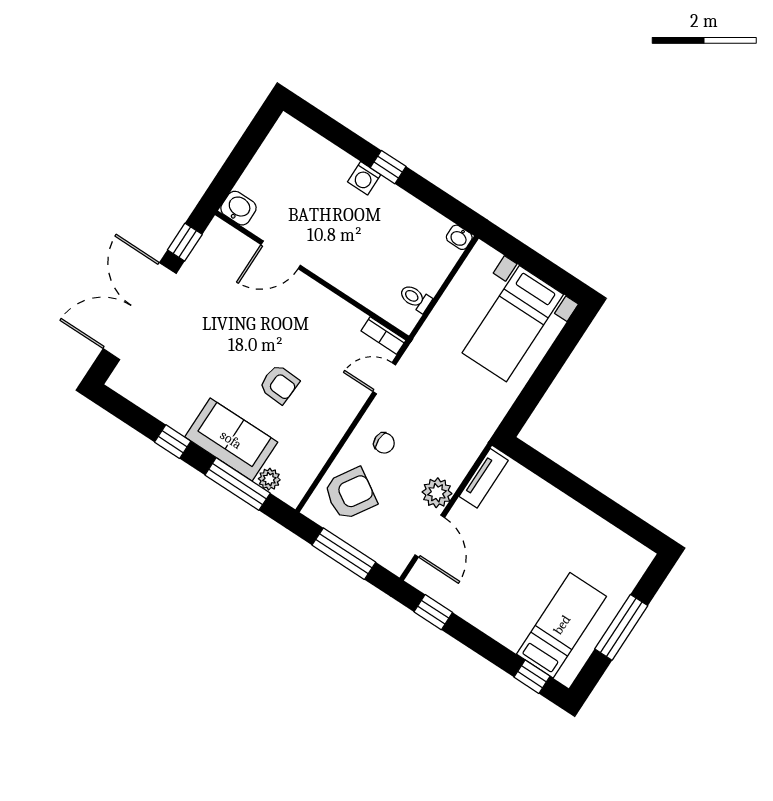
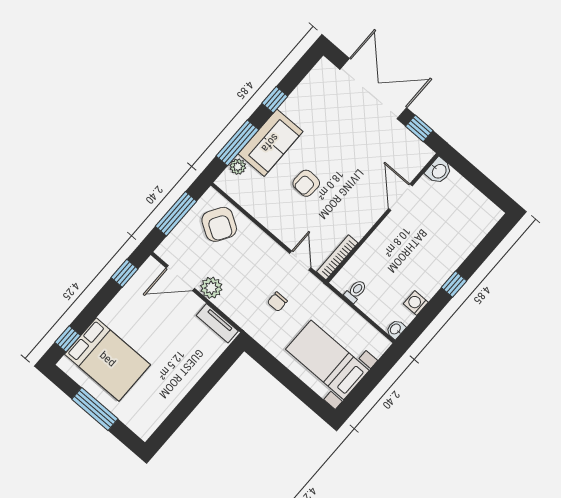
washing machine: (364, 178) -> (416, 303), moved
bookcase: (383, 335) -> (337, 257), width x1.56
chair: (384, 443) -> (277, 302), moved
bed: (562, 625) -> (108, 359), width x1.50

